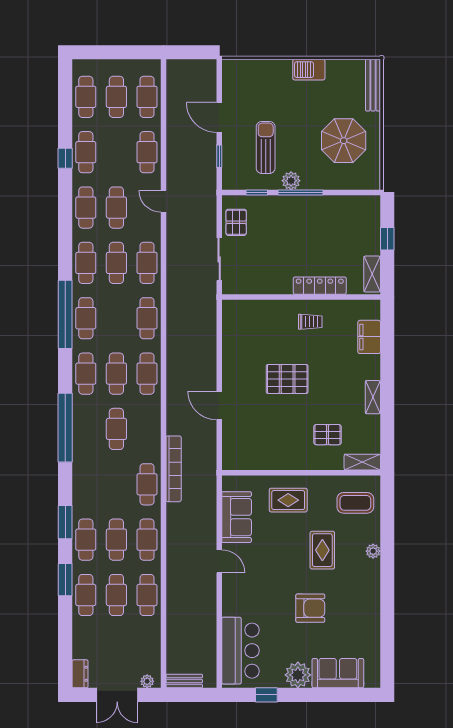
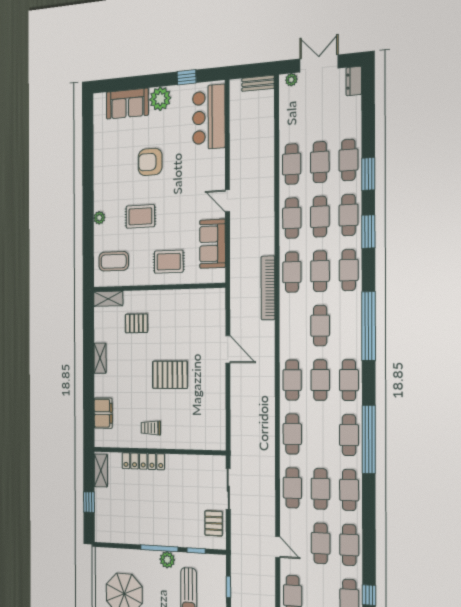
cafe table: (86, 484) -> (349, 270), added
cafe table: (116, 484) -> (320, 271), added
rug: (322, 550) -> (140, 216), turned 90

